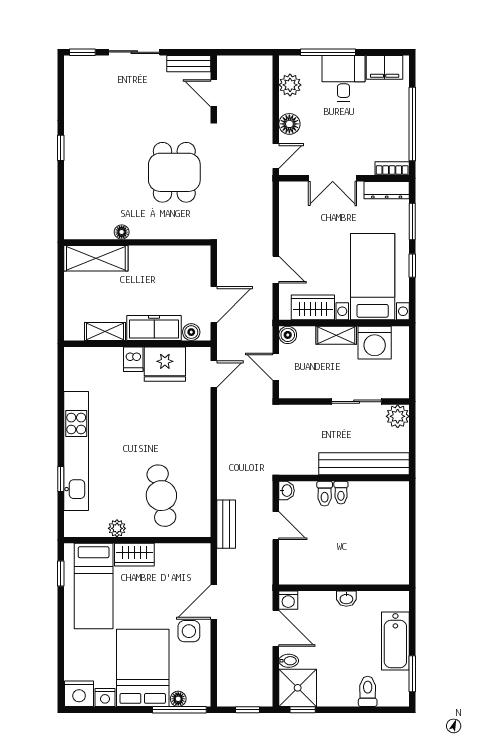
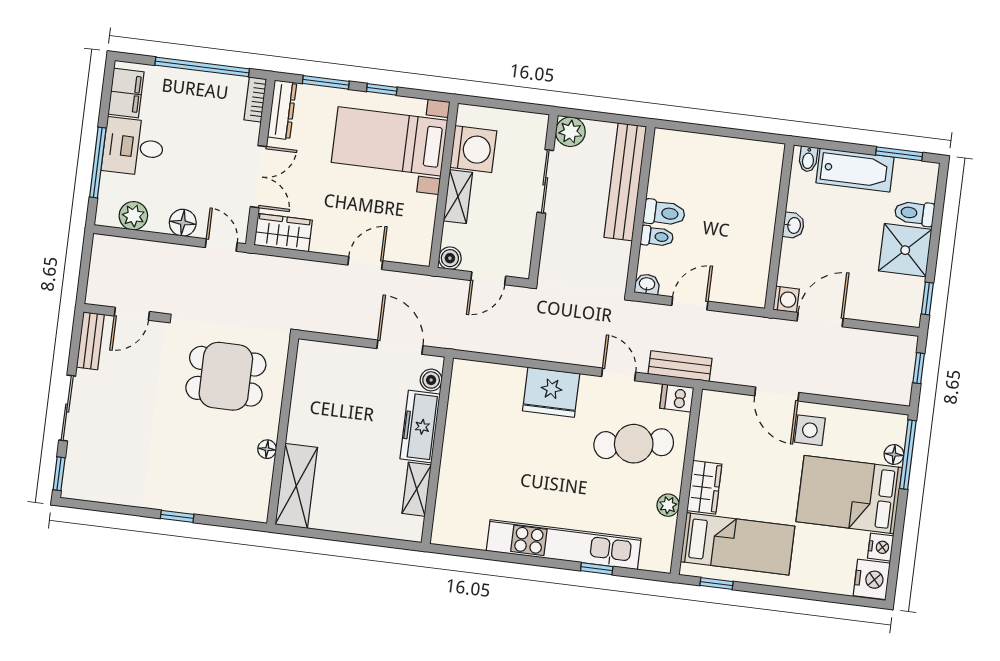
floor lamp: (122, 232) -> (267, 449), moved
wall: (137, 242) -> (283, 431), moved
shelving: (96, 258) -> (296, 486), moved
wardrobe: (313, 307) -> (283, 233), moved, turned 90
dishwasher: (133, 359) -> (677, 398), moved, turned 180
fridge: (165, 364) -> (551, 392), moved, turned 90
door: (214, 374) -> (619, 374), moved
toilet: (341, 493) -> (664, 213), width x1.37, depth x1.39
bidet: (289, 661) -> (808, 159), moved, turned 180
shower: (298, 688) -> (905, 250), moved

